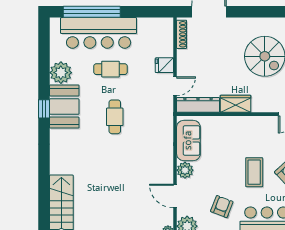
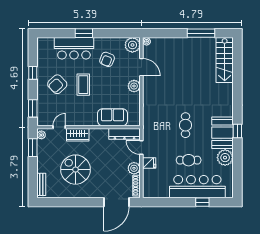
window: (92, 12) -> (202, 202), width x0.32
plant: (185, 58) -> (134, 168), added
door: (175, 86) -> (141, 148), hinge flipped
wardrobe: (236, 104) -> (78, 135), moved
sofa: (188, 140) -> (112, 117), moved, turned 90

